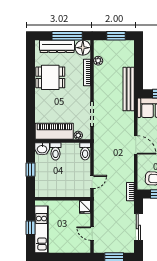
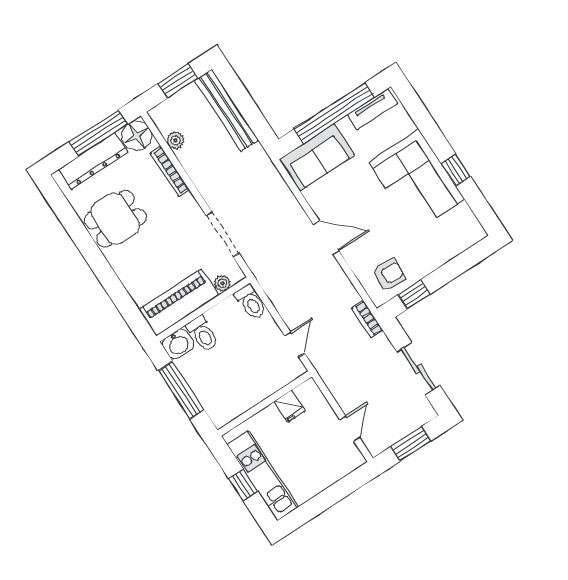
bench: (129, 89) -> (226, 110), moved
window: (30, 170) -> (181, 390), width x2.17
fridge: (85, 207) -> (290, 406), moved
door: (92, 234) -> (350, 429), swing flipped

